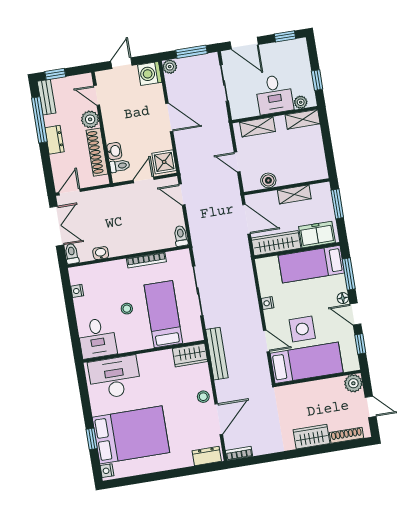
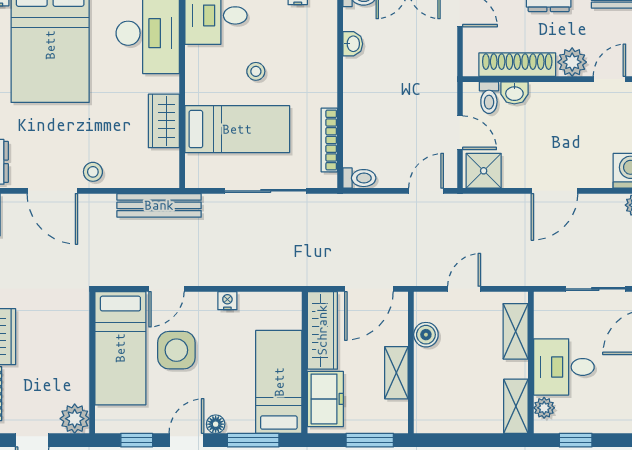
bookcase: (146, 260) -> (329, 140), moved
wardrobe: (190, 355) -> (164, 121), moved

